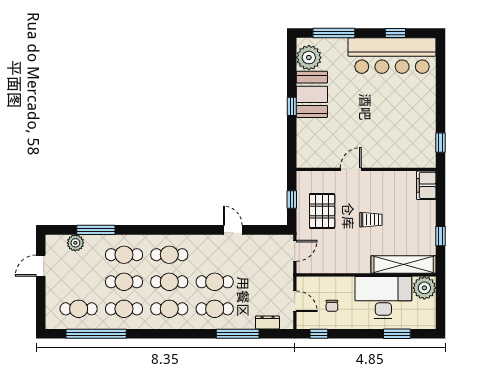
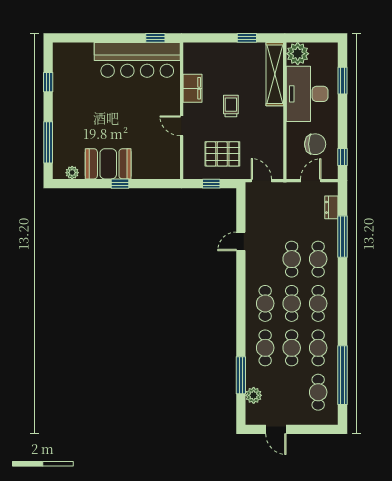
bar counter: (392, 56) -> (137, 60), moved, turned 90
plant: (309, 58) -> (72, 173), width x0.53, depth x0.53
filing cabinet: (426, 185) -> (193, 88), moved, turned -90
chair: (332, 306) -> (315, 144), width x1.87, depth x1.87

